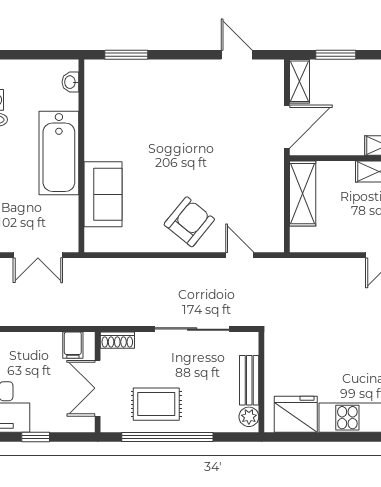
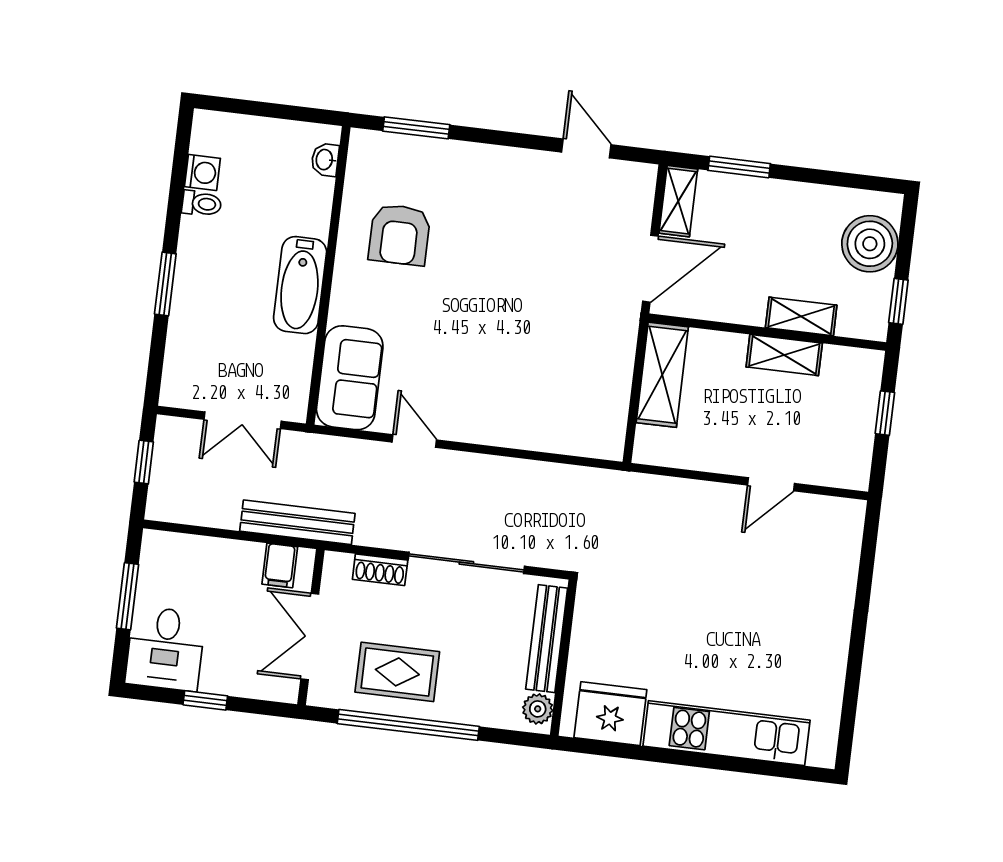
bathtub: (59, 153) -> (300, 285), width x0.73, depth x0.73
sofa: (103, 194) -> (350, 378), moved
armchair: (189, 222) -> (399, 235), moved, turned 141
door: (240, 255) -> (414, 441), moved
bench: (81, 316) -> (297, 522), added
shoe rack: (117, 340) -> (380, 570), moved
bench: (249, 380) -> (547, 639), width x1.36

